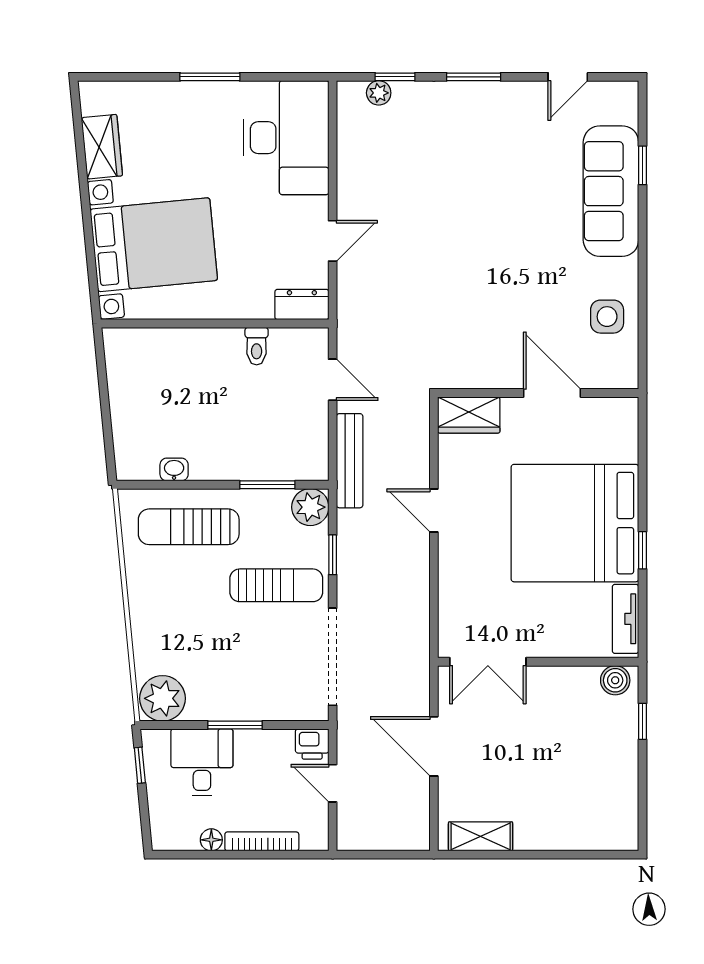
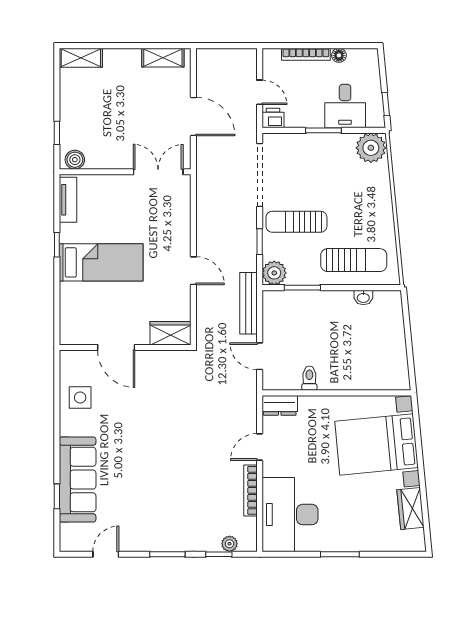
bookcase: (346, 175) -> (251, 490), added
bed: (575, 523) -> (101, 262), width x0.49
shelving: (606, 836) -> (81, 58), added

